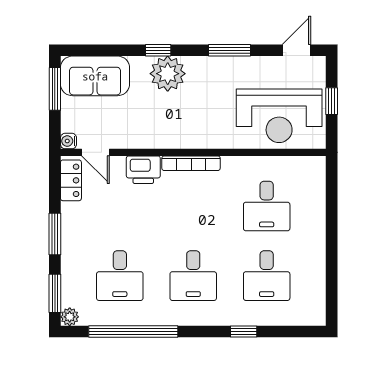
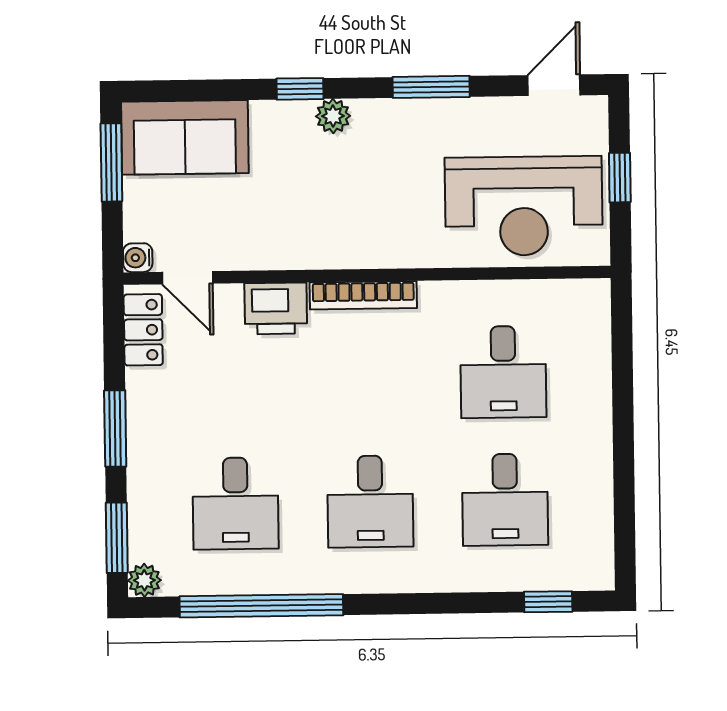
plant: (168, 74) -> (333, 116), width x0.53, depth x0.53
window: (244, 332) -> (548, 602), moved

